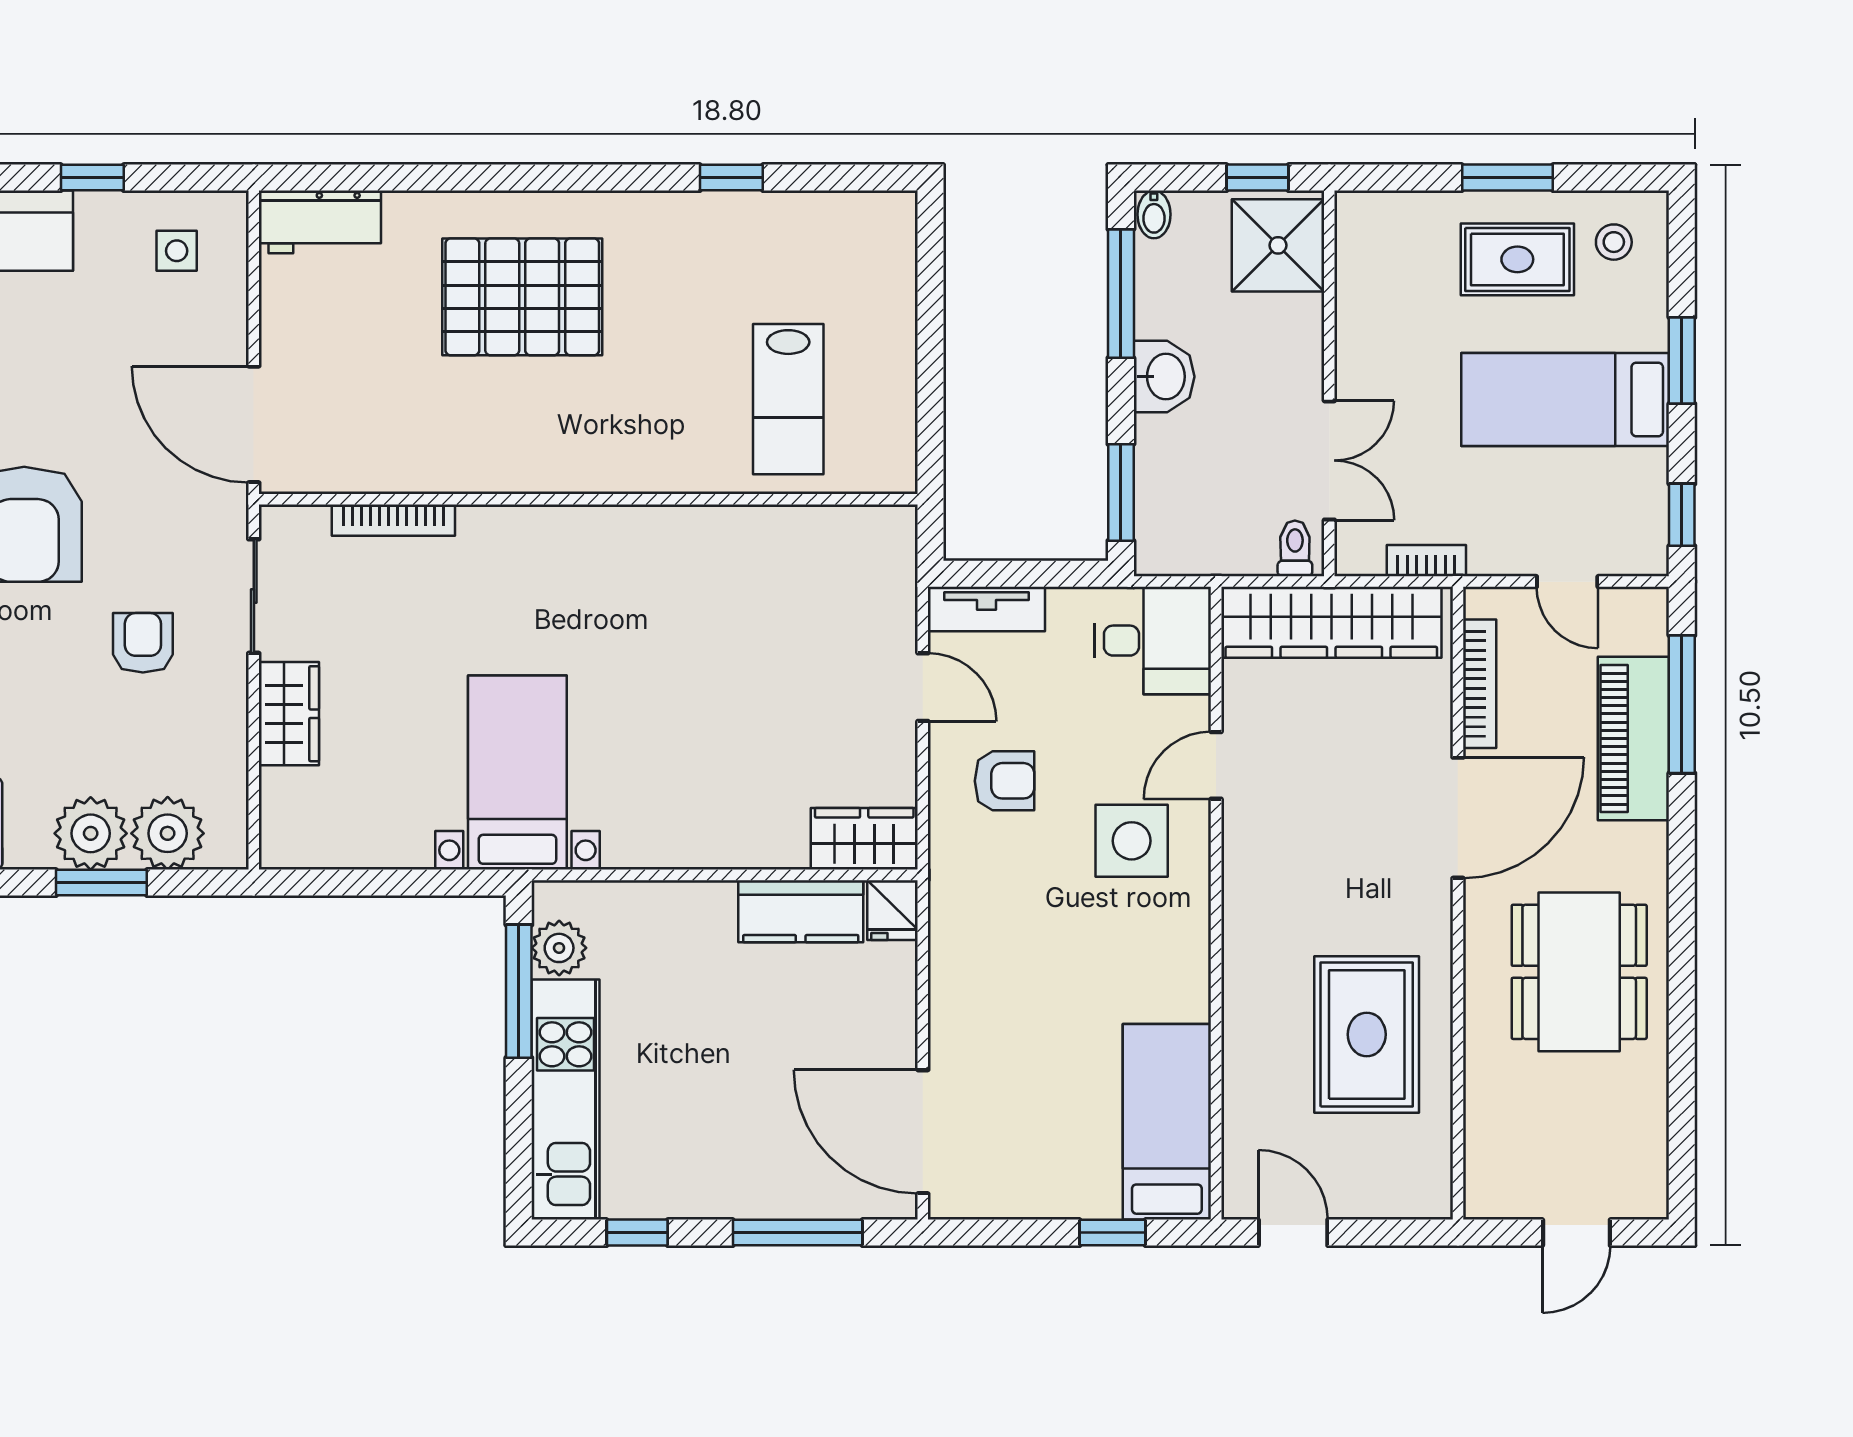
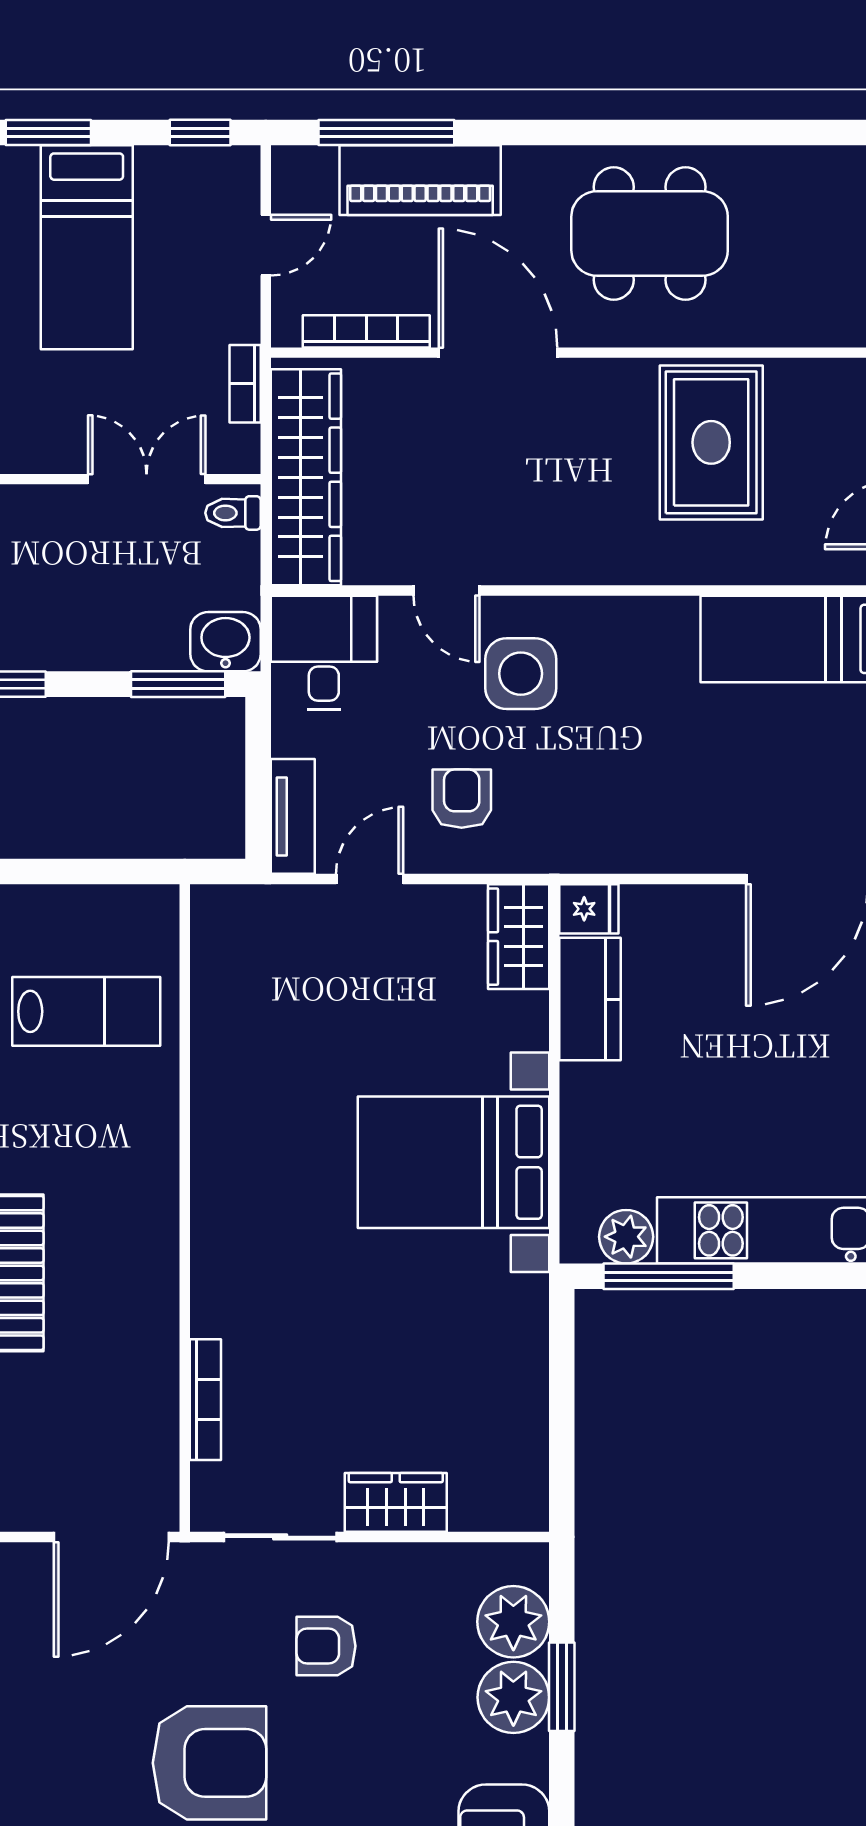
washbasin: (1164, 377) -> (225, 642), moved
bed with nightstands: (517, 773) -> (454, 1162), moved, width x1.36
rug: (1367, 1034) -> (711, 442), turned 90

